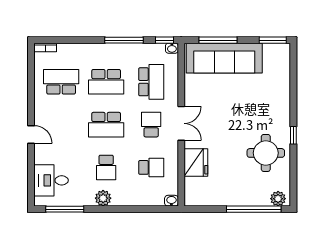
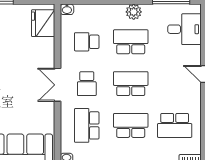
fridge: (196, 163) -> (43, 23), moved
school desk: (106, 167) -> (131, 42), width x1.85

